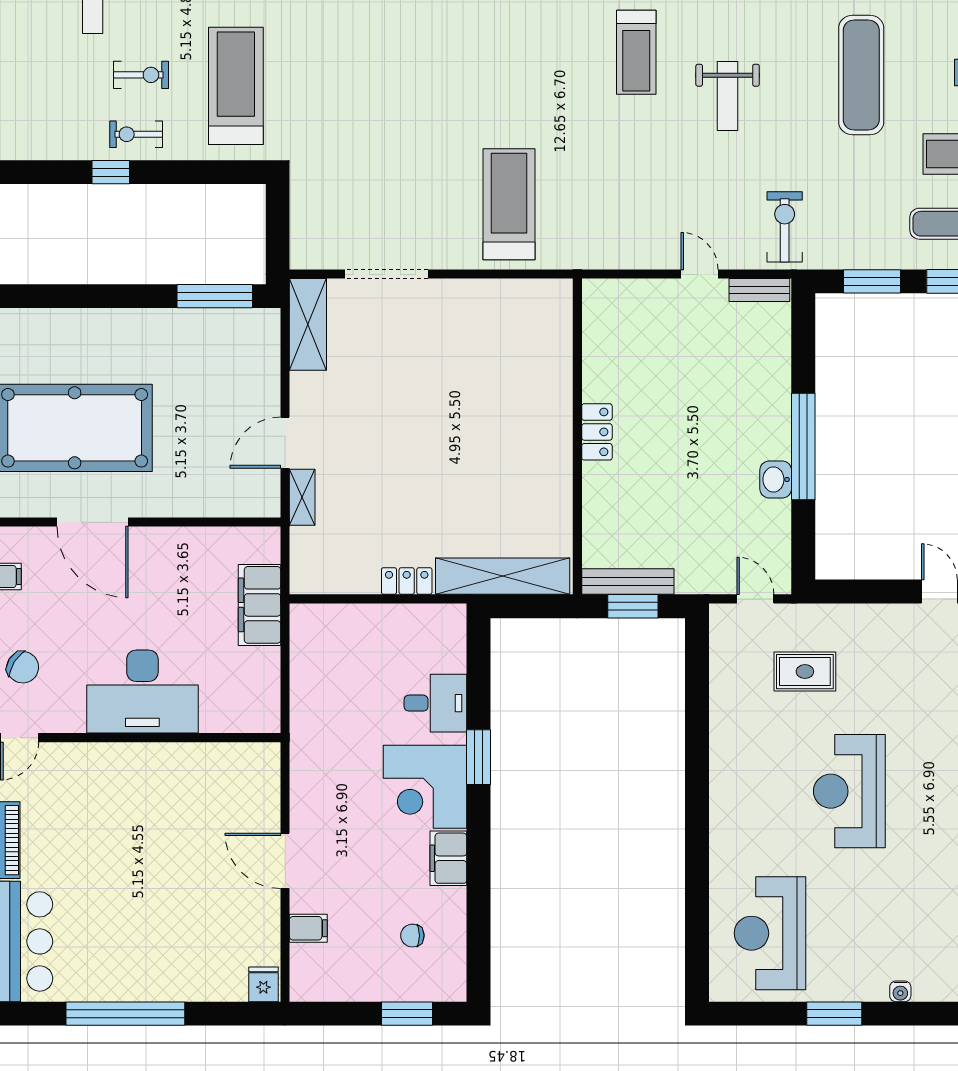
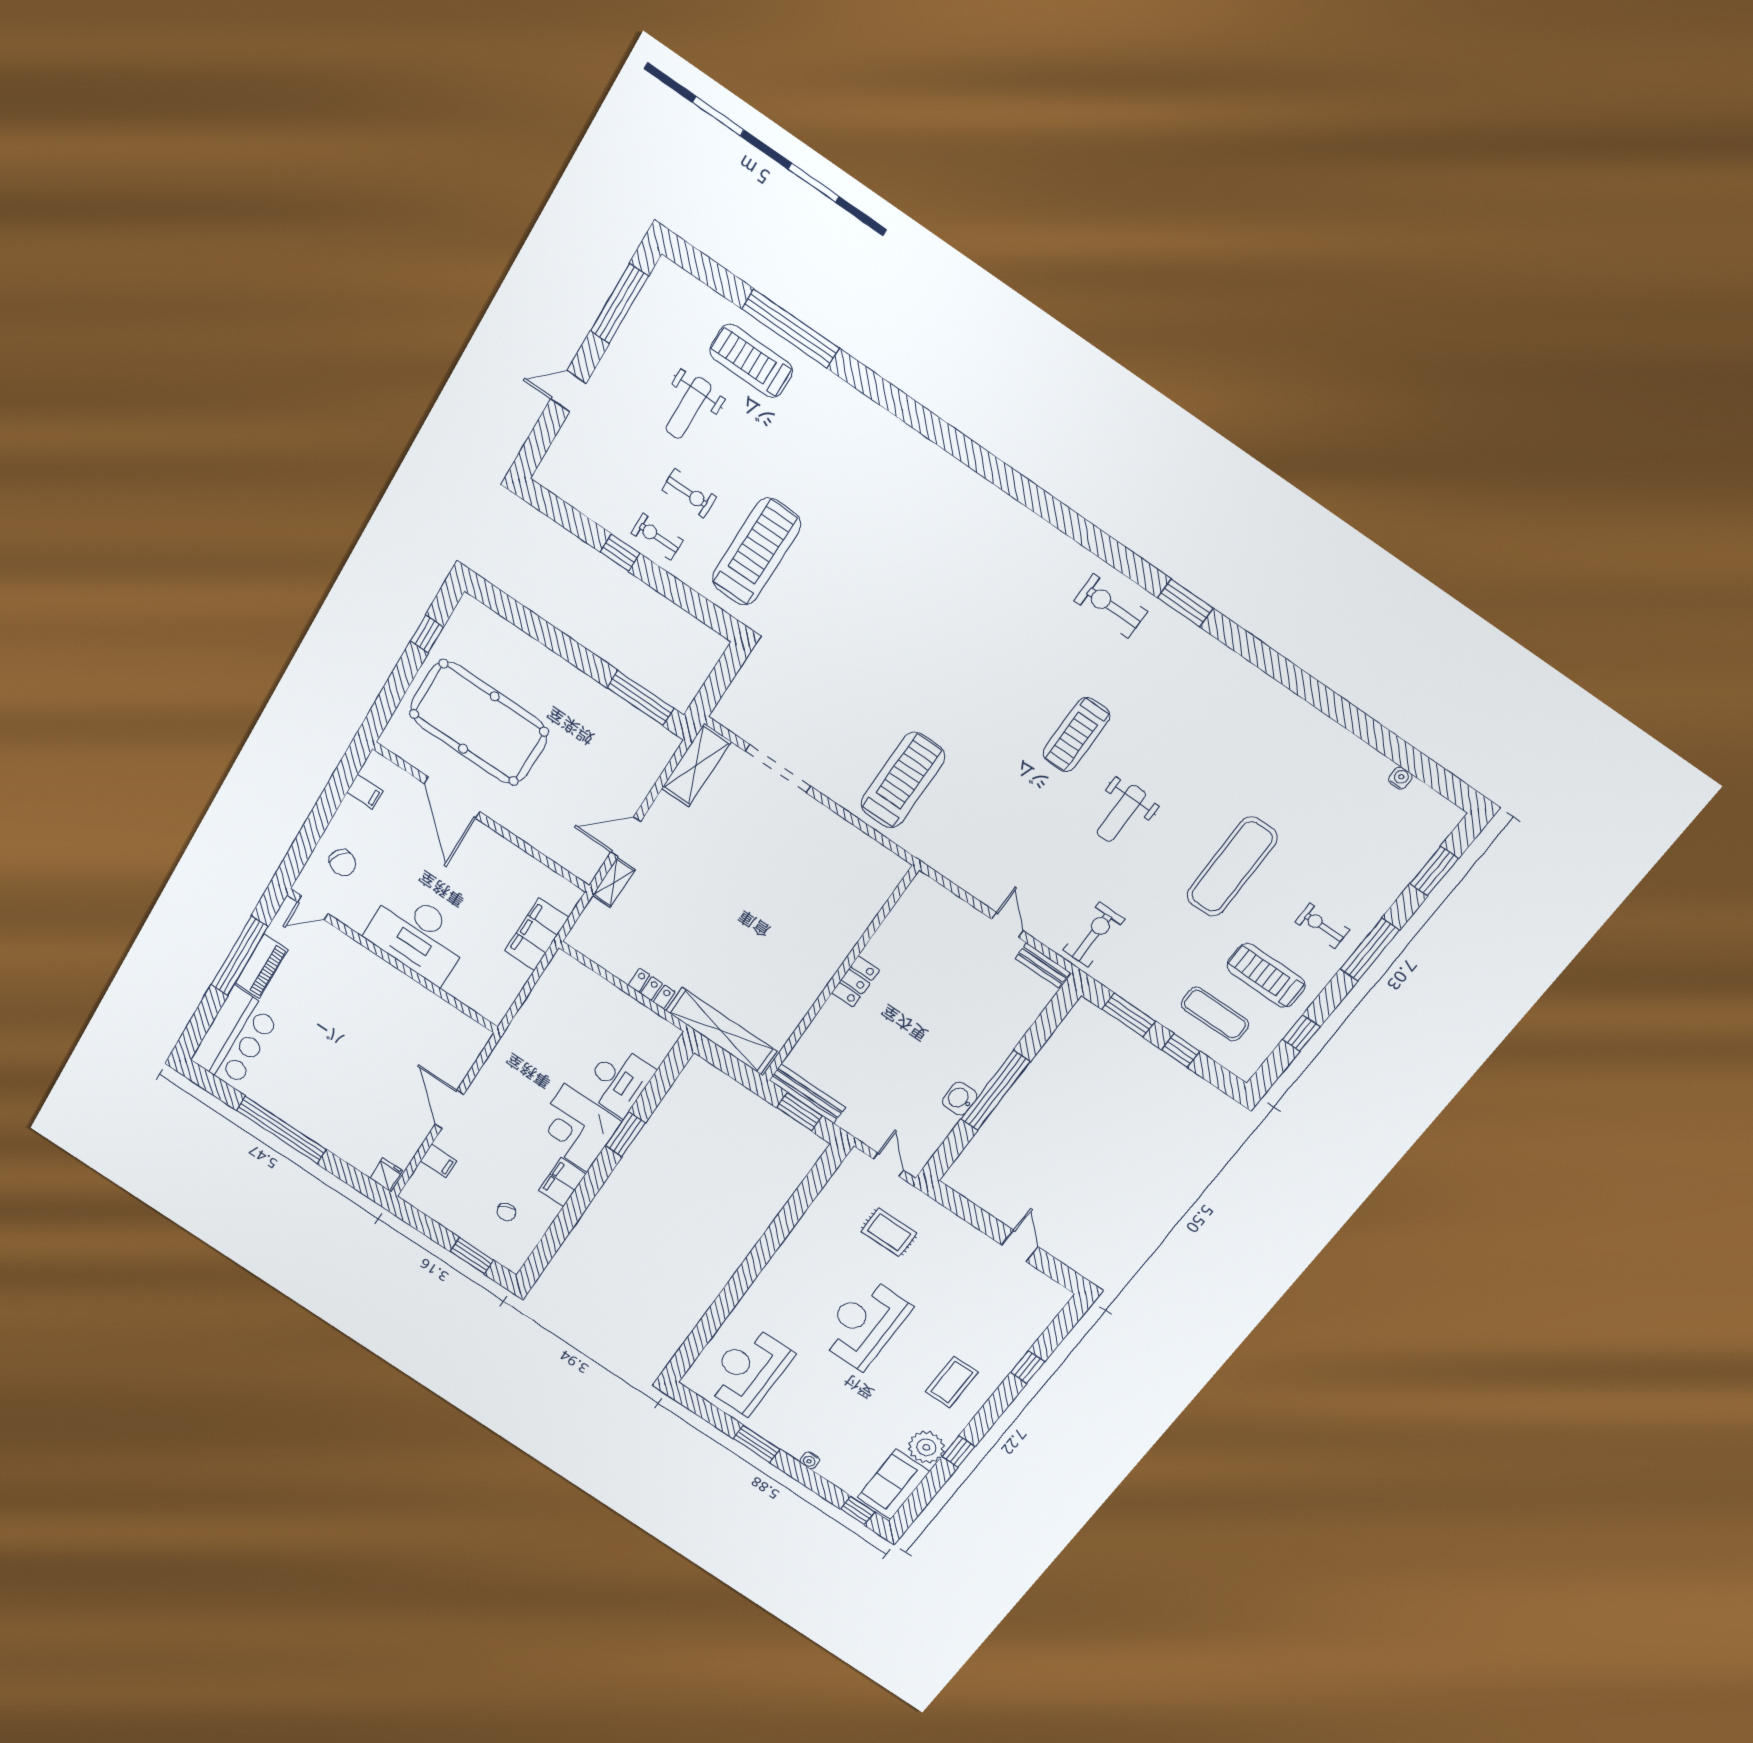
desk: (435, 703) -> (619, 1080), width x1.37
chair: (412, 936) -> (506, 1212), turned -115

